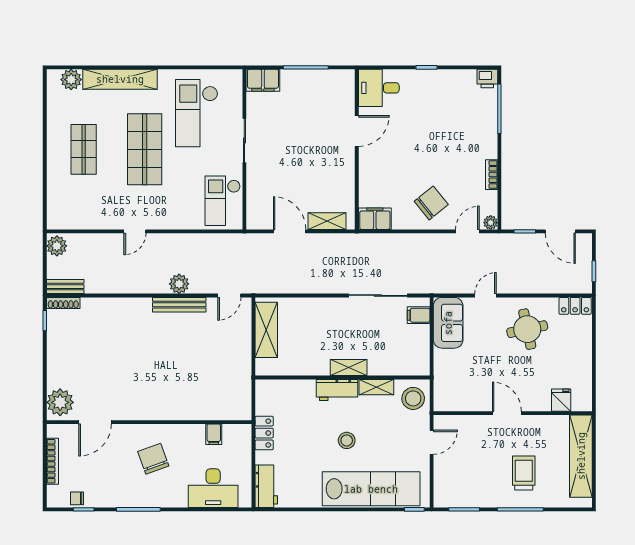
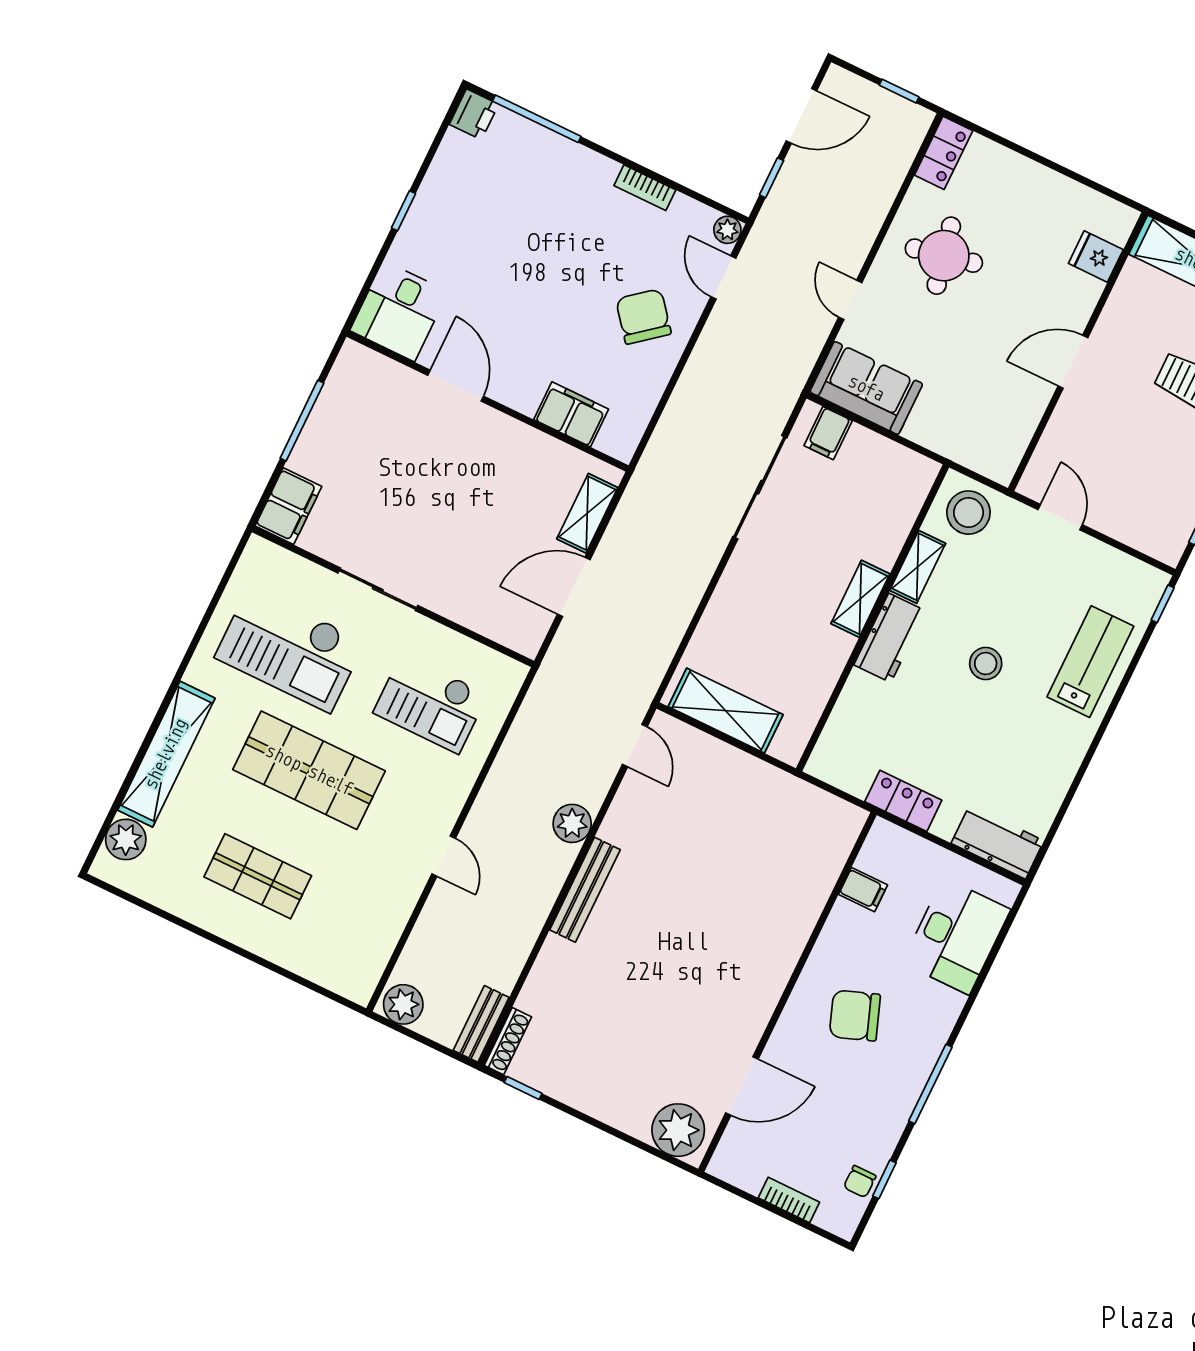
checkout: (223, 201) -> (430, 703), moved
filing cabinet: (375, 219) -> (571, 414), moved, turned 90
bench: (179, 305) -> (585, 890), moved
door: (95, 422) -> (742, 1086), hinge flipped
bookcase: (52, 461) -> (789, 1200), width x0.64
lab bench: (371, 489) -> (1090, 662), width x0.54, depth x0.72

